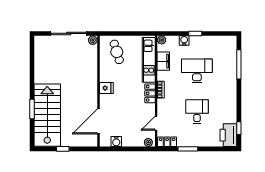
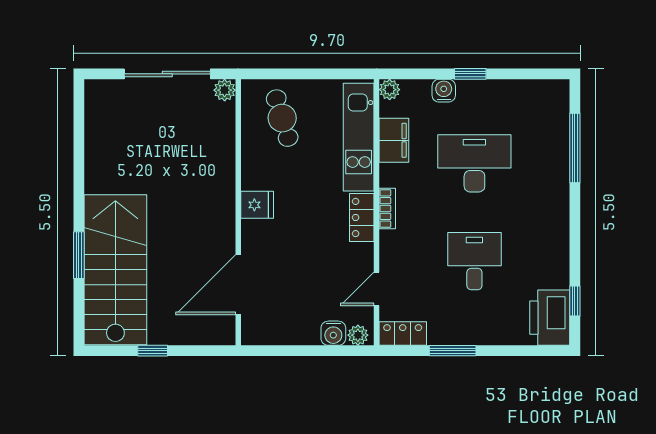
water cooler: (116, 142) -> (333, 333), moved

